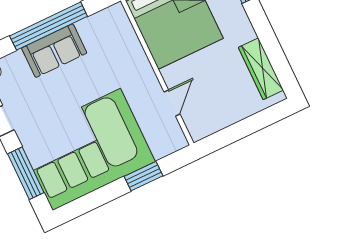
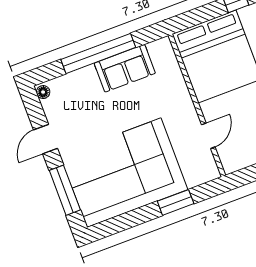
sofa: (54, 51) -> (125, 68), moved

